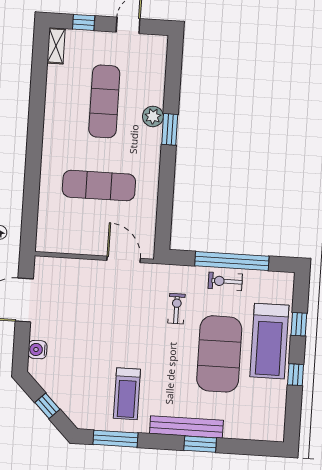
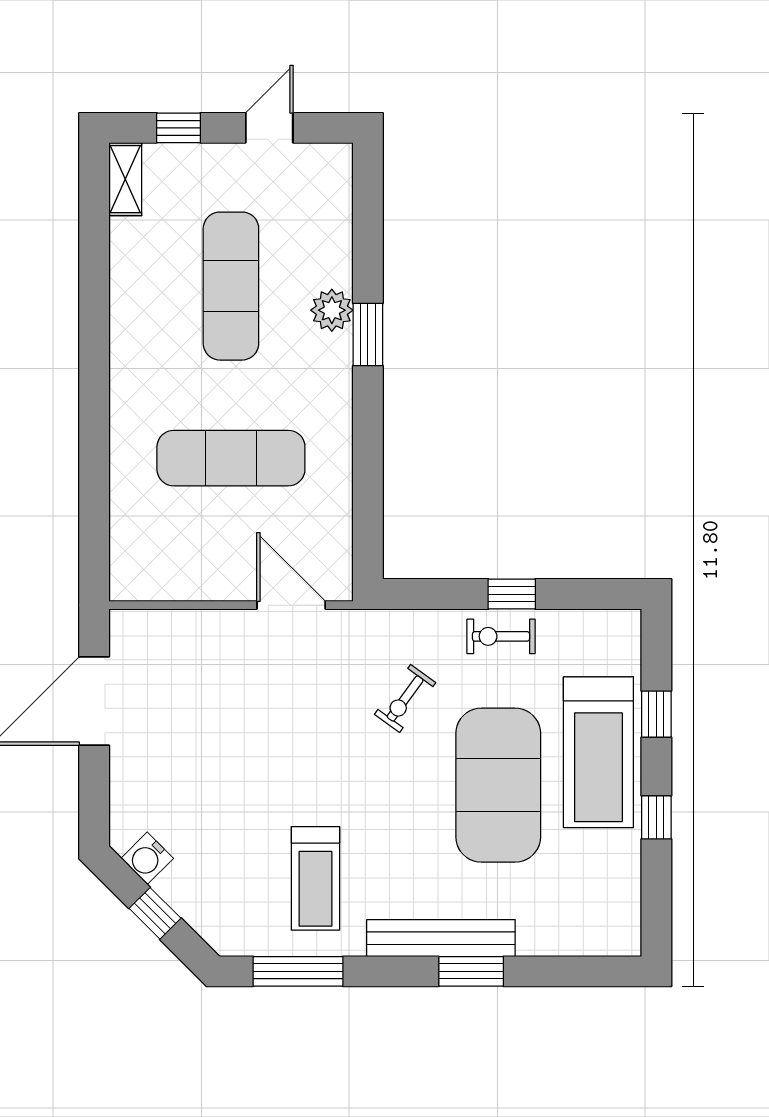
window: (232, 261) -> (512, 594), width x0.32
exercise bike: (176, 309) -> (405, 698), turned -144
water cooler: (37, 350) -> (147, 858), moved, turned -45

